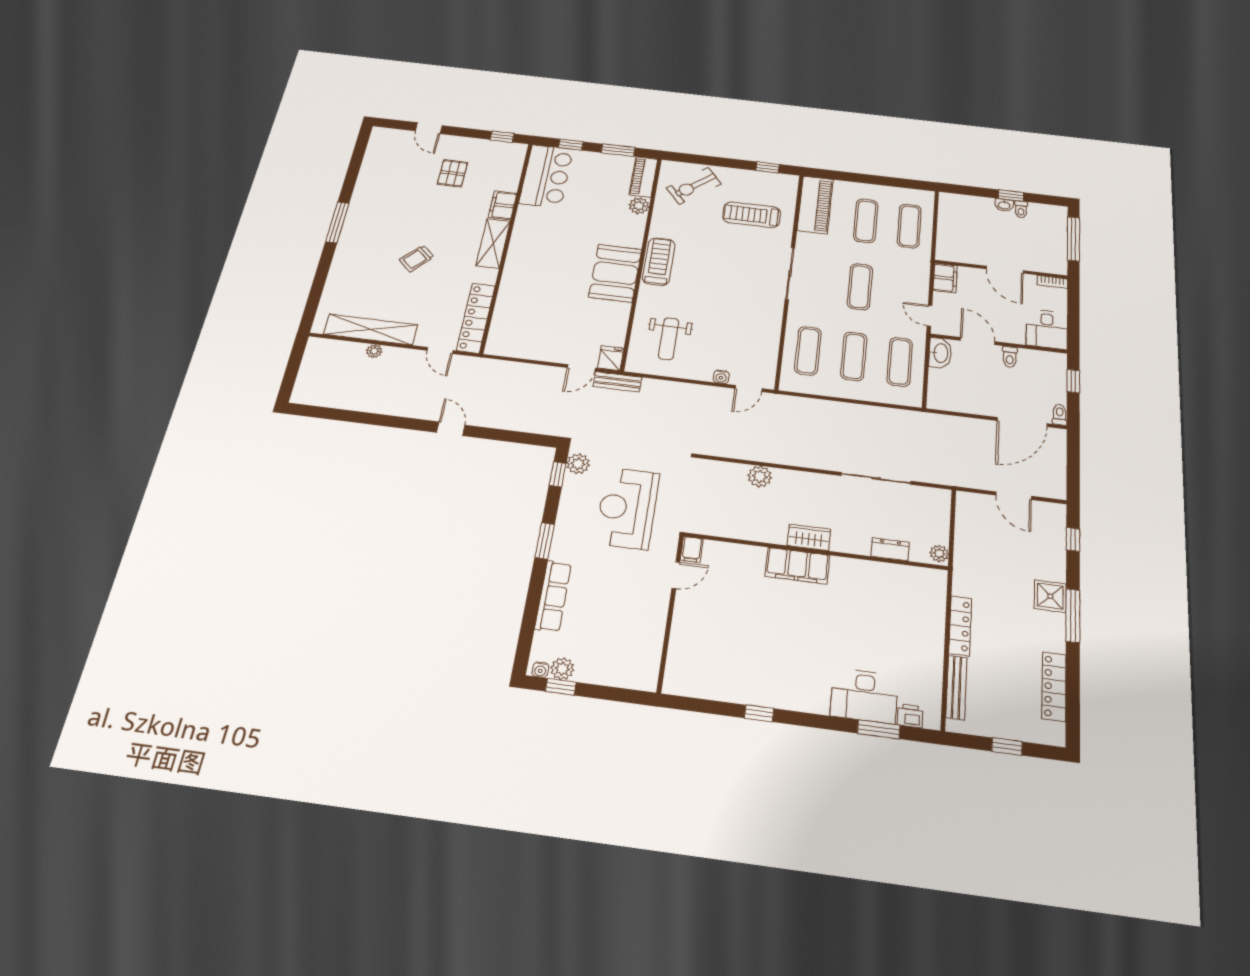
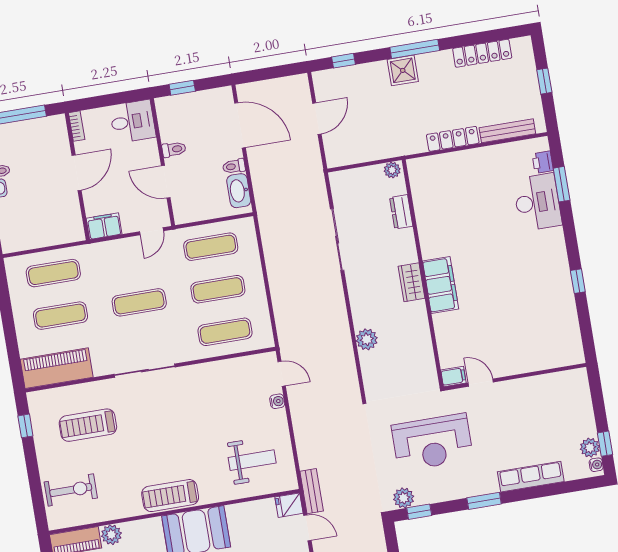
exercise bike: (694, 186) -> (71, 490), turned -50
treadmill: (752, 215) -> (88, 425), turned 90
door: (978, 341) -> (166, 182), hinge flipped
washbasin: (940, 353) -> (239, 191), moved, turned -90
toilet: (1060, 415) -> (234, 166), moved

